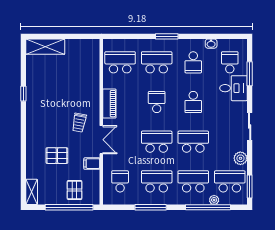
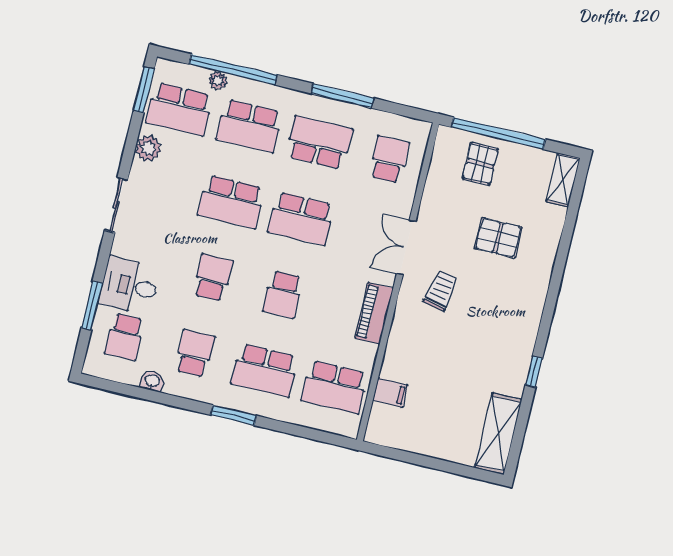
shelving: (45, 47) -> (498, 434), moved, turned 90
filing cabinet: (92, 164) -> (390, 393), moved
school desk: (120, 181) -> (389, 159), turned 180
school desk: (157, 181) -> (319, 143), turned 180

